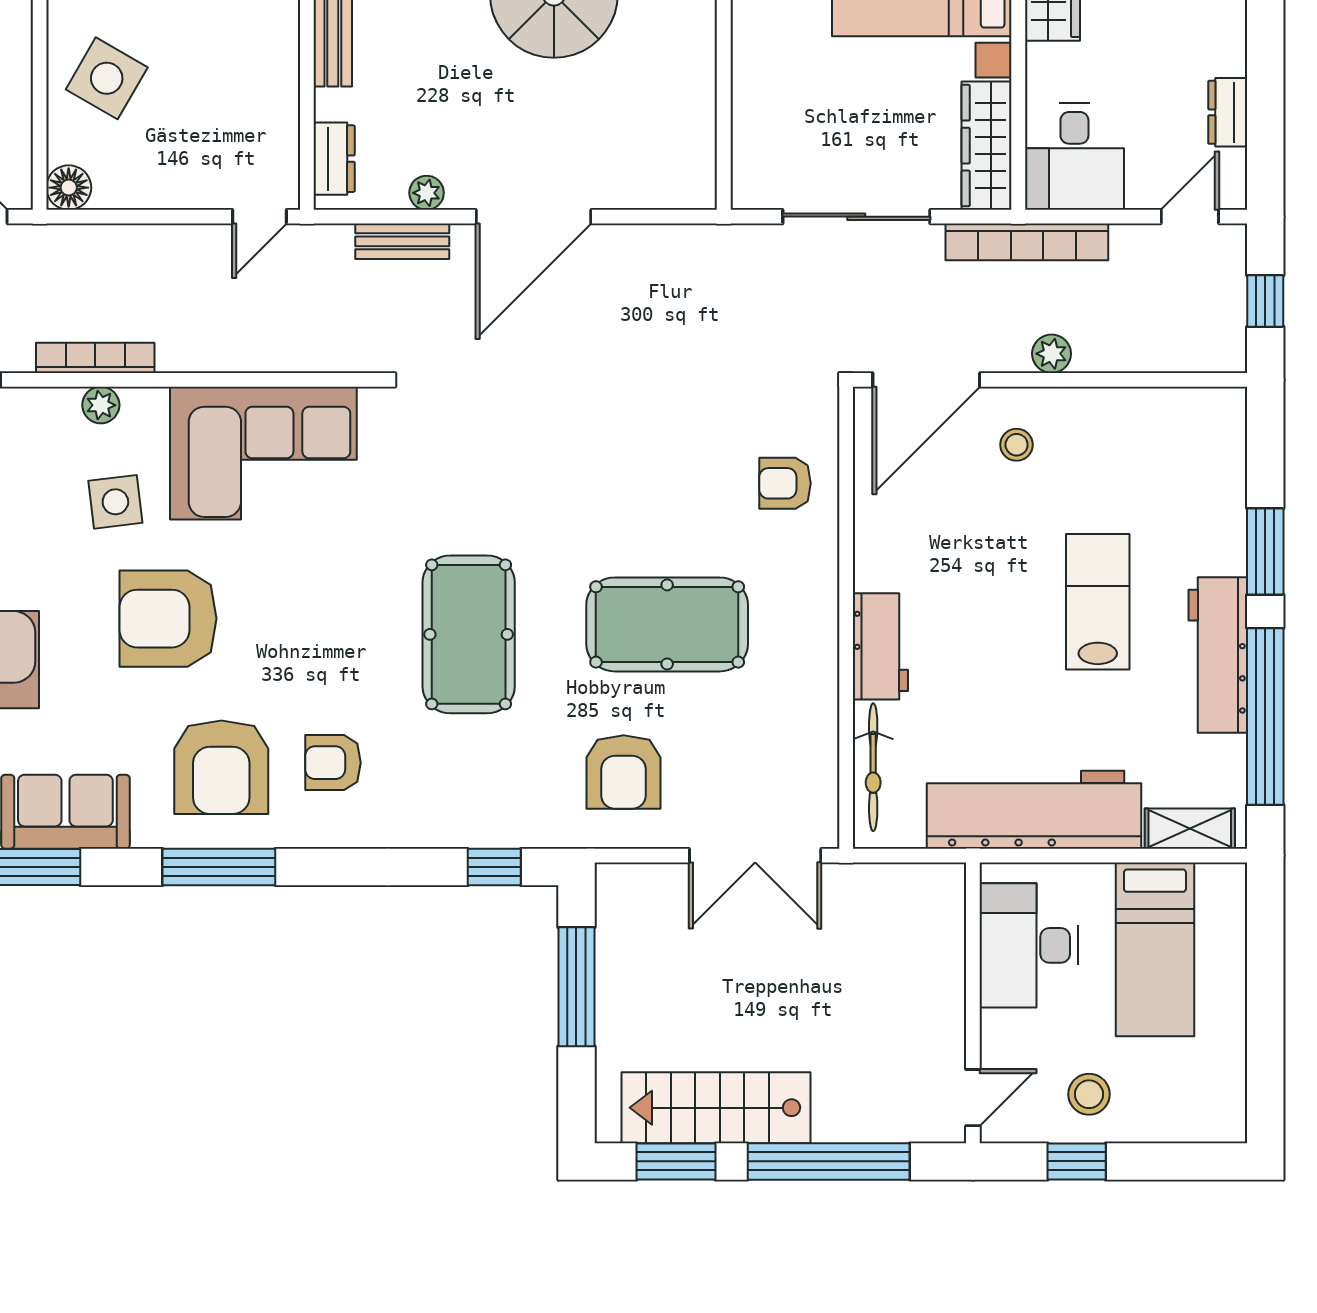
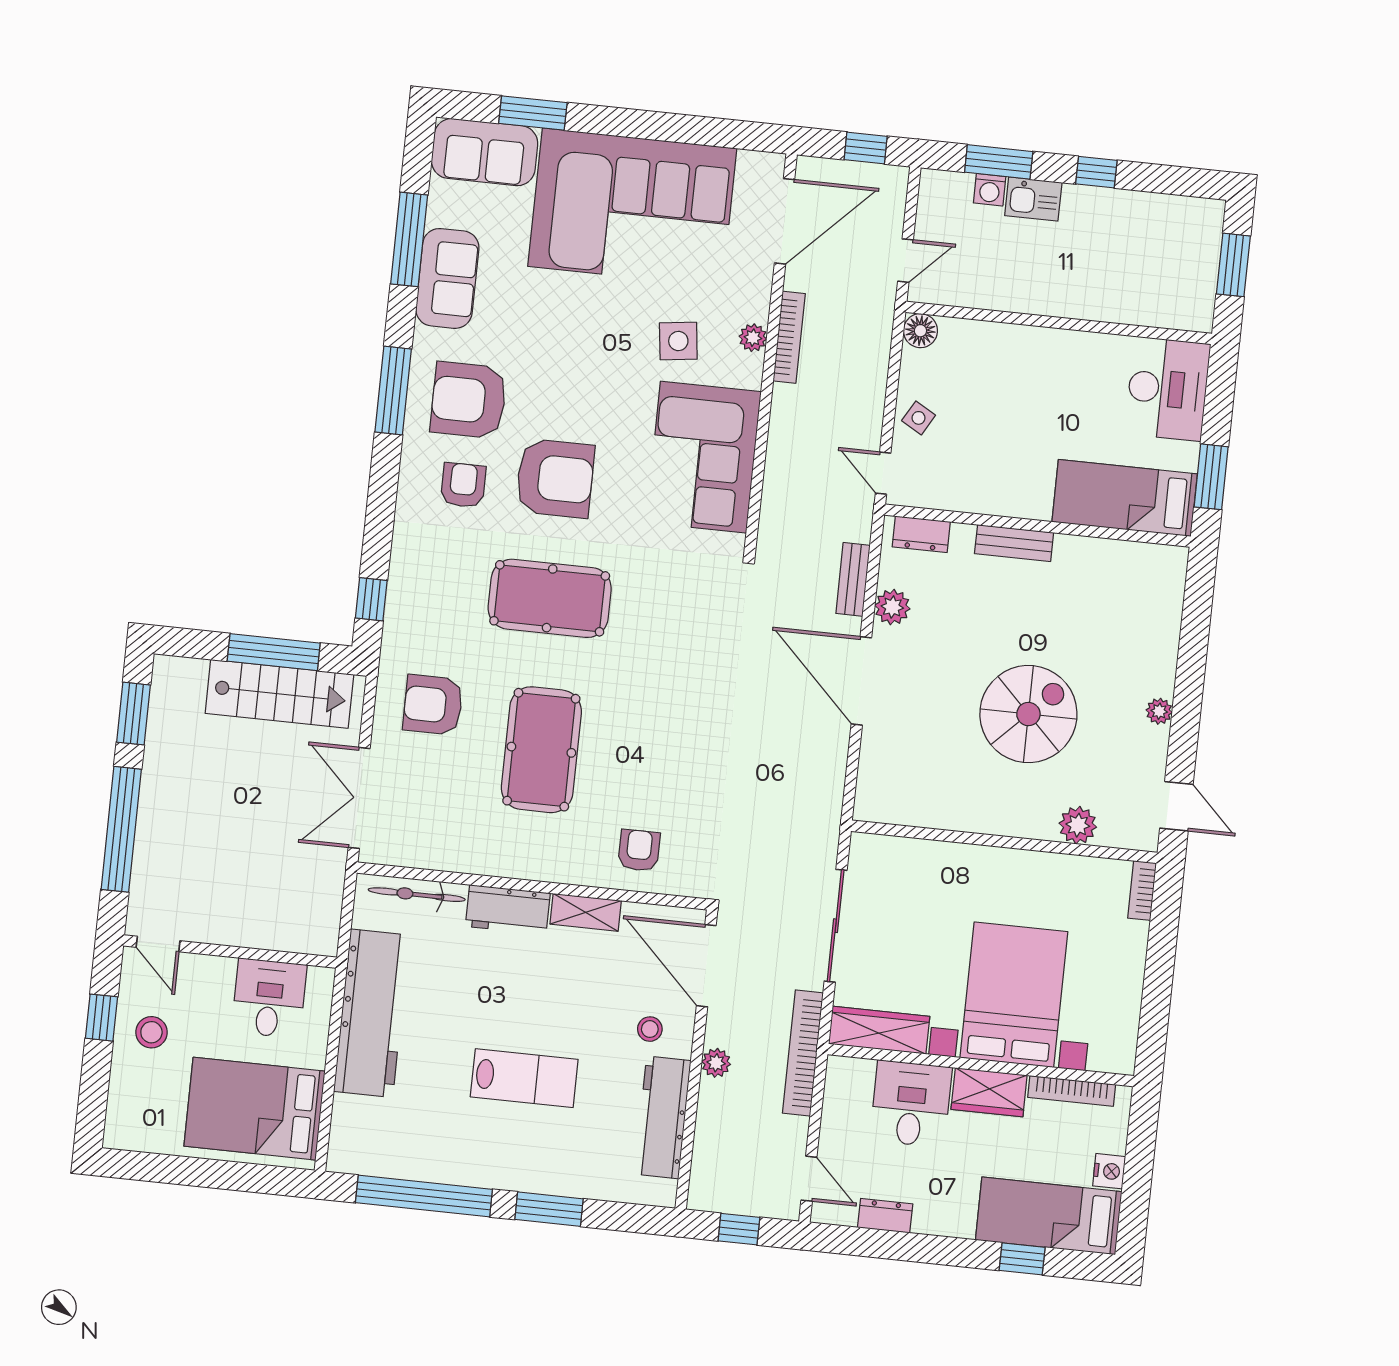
side table: (107, 78) -> (919, 418), moved, width x0.54, depth x0.54
desk: (1074, 157) -> (911, 1104), moved, turned 90
plant: (427, 193) -> (892, 607), width x1.38, depth x1.38
armchair: (168, 619) -> (555, 478), moved, turned 90
workbench: (1218, 655) -> (663, 1117), moved, turned -90
shelving: (1190, 829) -> (586, 912), moved, turned 90
desk: (1029, 945) -> (269, 998), width x0.73
bed: (1155, 949) -> (255, 1109), width x1.50
stairs: (716, 1108) -> (279, 694), moved, turned 90

